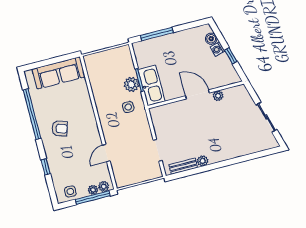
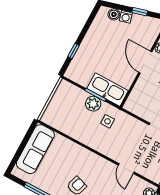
window: (157, 34) -> (74, 51), width x0.46
door: (197, 94) -> (145, 62), hinge flipped

